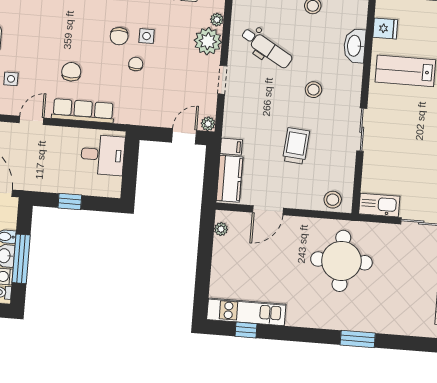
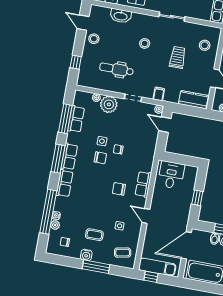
dental chair: (267, 48) -> (116, 69), turned -120
row of seats: (83, 111) -> (143, 184), width x0.68
trolley: (296, 146) -> (178, 57), turned 85
filing cabinet: (231, 147) -> (159, 94), moved
stool: (333, 200) -> (205, 45), moved

